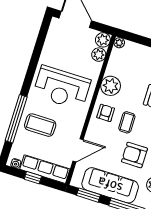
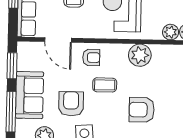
armchair: (106, 113) -> (91, 58), moved
sofa: (110, 185) -> (30, 95), width x0.73

